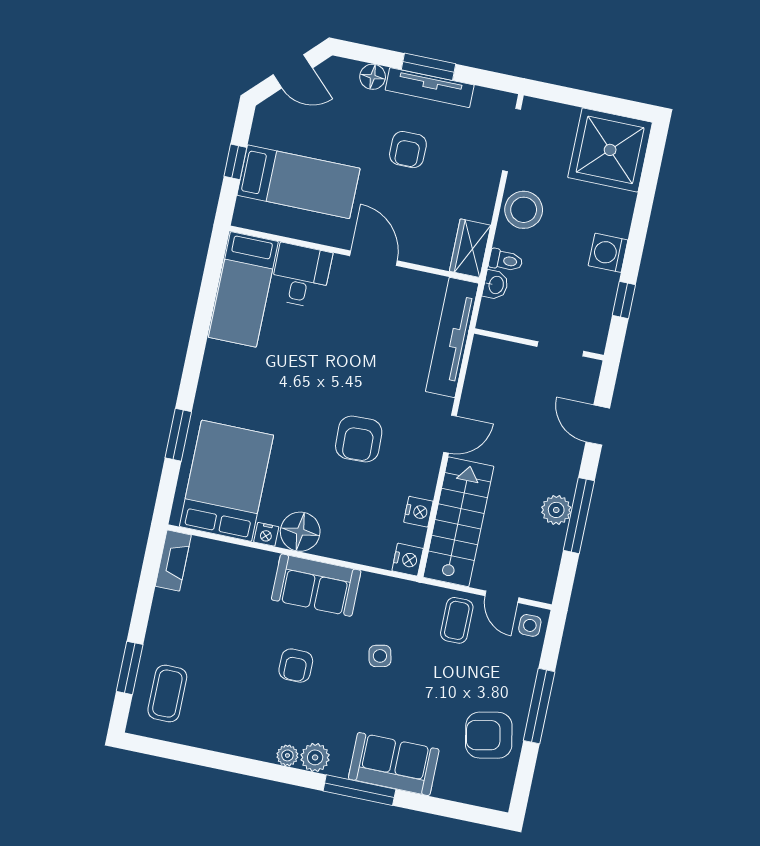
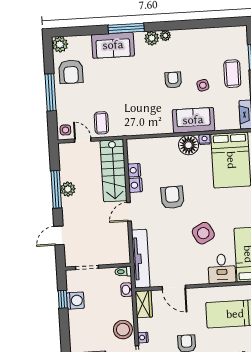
nightstand: (489, 184) -> (143, 338), added
washing machine: (608, 253) -> (75, 301), moved
door: (374, 258) -> (174, 287), moved
toilet: (506, 260) -> (123, 272), moved
side table: (318, 354) -> (203, 233), added
door: (598, 425) -> (59, 236), swing flipped
nightstand: (408, 560) -> (135, 185), moved
sofa: (316, 585) -> (193, 120), moved
side table: (380, 656) -> (203, 85), moved
coffee table: (167, 694) -> (232, 74), moved
armchair: (489, 735) -> (71, 72), turned 101
plant: (496, 794) -> (60, 44), added

